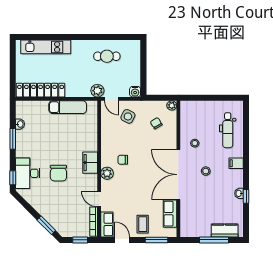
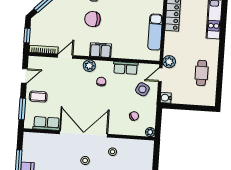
row of seats: (107, 224) -> (126, 68), moved

